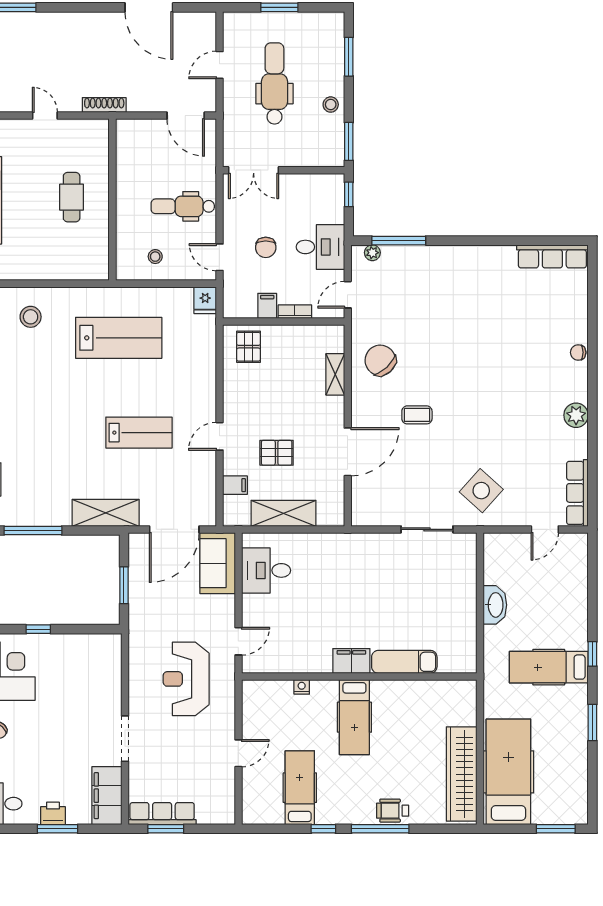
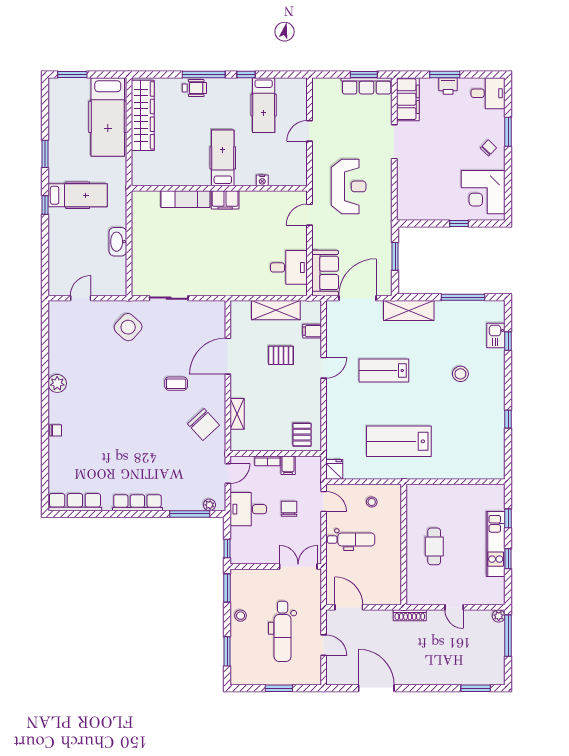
door: (220, 65) -> (324, 645), hinge flipped
stool: (31, 317) -> (460, 374), moved
row of seats: (577, 493) -> (137, 503), moved, turned -90

